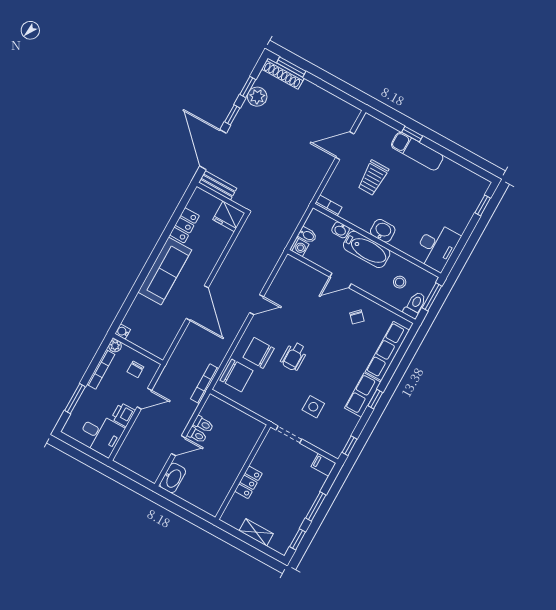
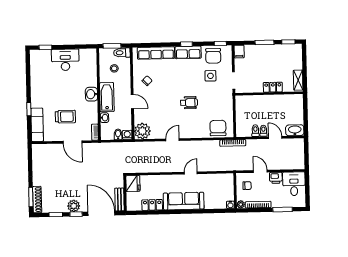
plant: (257, 97) -> (74, 206), moved
door: (345, 146) -> (72, 142), moved
door: (213, 150) -> (101, 214), swing flipped
exam couch: (417, 151) -> (37, 125), moved
desk: (437, 247) -> (65, 60), moved
plant: (292, 271) -> (142, 131), added
door: (197, 303) -> (191, 173), width x0.53
door: (257, 305) -> (173, 140), hinge flipped
chair: (259, 353) -> (213, 56), moved
shelving: (256, 532) -> (298, 80), moved

